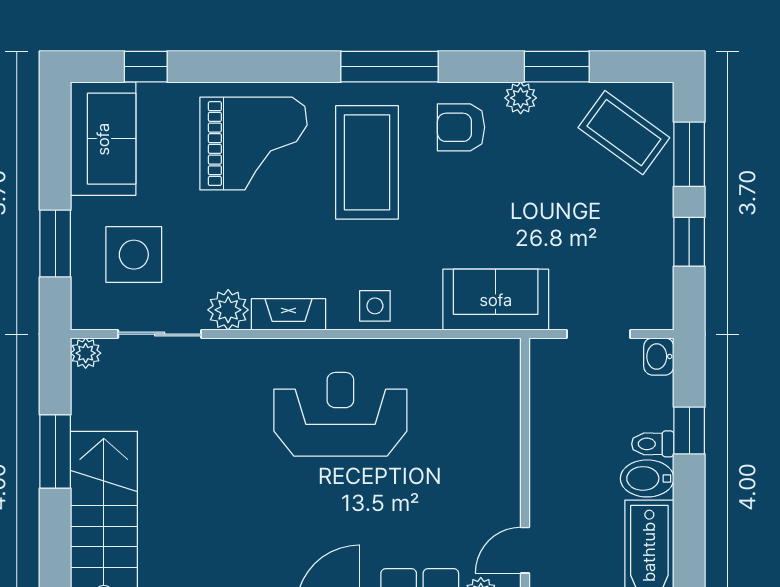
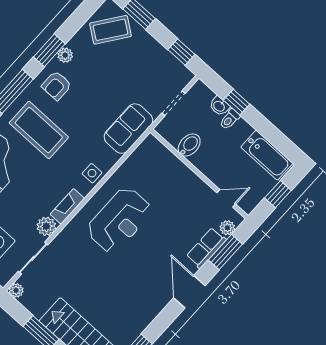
window: (557, 67) -> (49, 50), moved
window: (689, 242) -> (181, 52), moved
washbasin: (659, 356) -> (219, 106), moved
reception desk: (340, 414) -> (119, 220), turned 180
bidet: (647, 478) -> (189, 145), moved, turned 180
door: (525, 550) -> (226, 198), swing flipped

